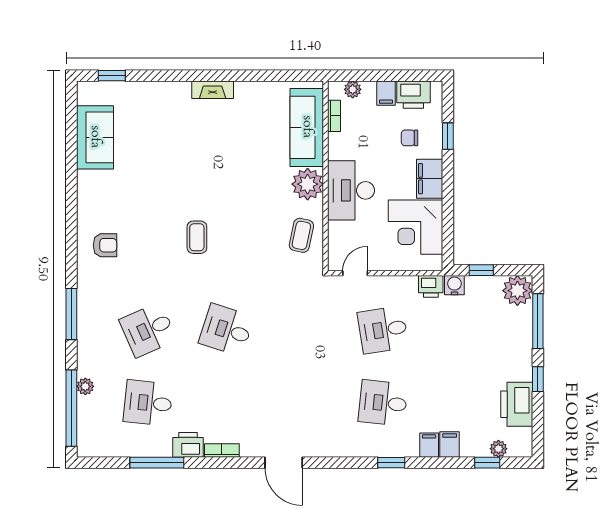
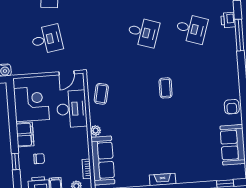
plant: (308, 184) -> (96, 131), width x0.53, depth x0.53
desk: (351, 190) -> (72, 109), moved
armchair: (105, 245) -> (232, 107), moved, turned -90
printer: (431, 286) -> (228, 20), moved, turned -90
desk: (148, 330) -> (191, 29), turned 42

